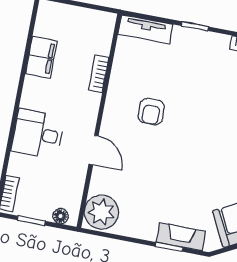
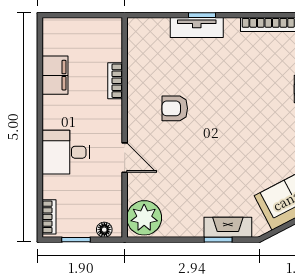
tv unit: (146, 29) -> (197, 28), moved
armchair: (151, 112) -> (175, 108), turned 90

